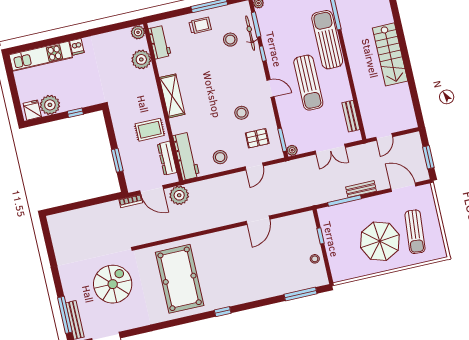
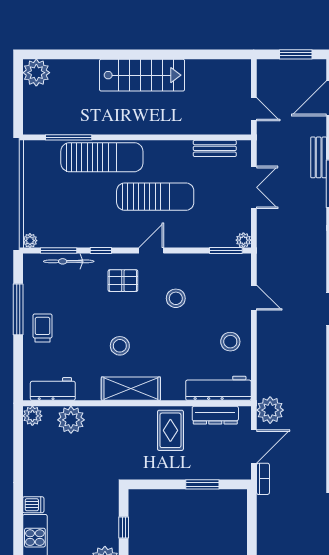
stool: (230, 40) -> (120, 346), moved
sun lounger: (327, 40) -> (102, 157), turned 180
pallet: (257, 138) -> (123, 281), moved, turned 90

